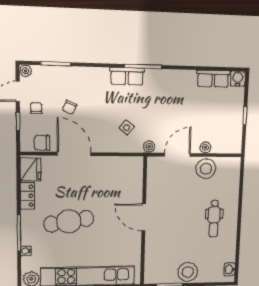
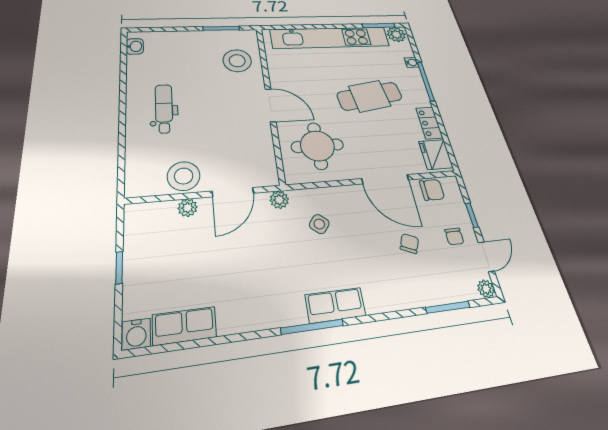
round table: (117, 183) -> (317, 146), added
stool: (188, 272) -> (237, 61), moved

